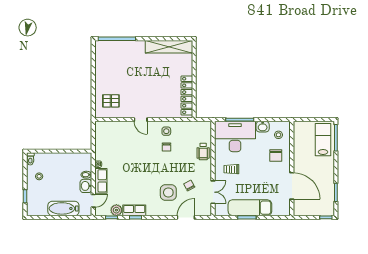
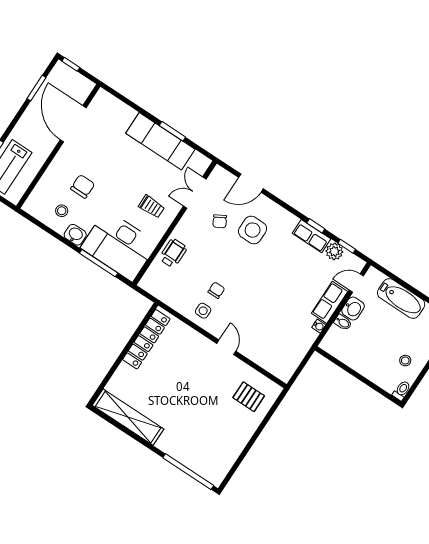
wall: (292, 168) -> (58, 146), moved
door: (292, 186) -> (73, 124), moved

